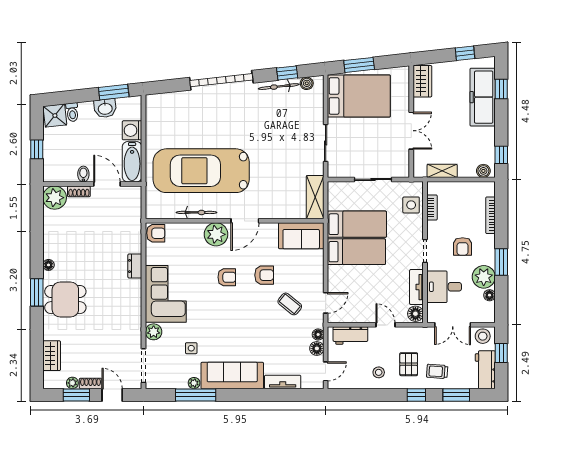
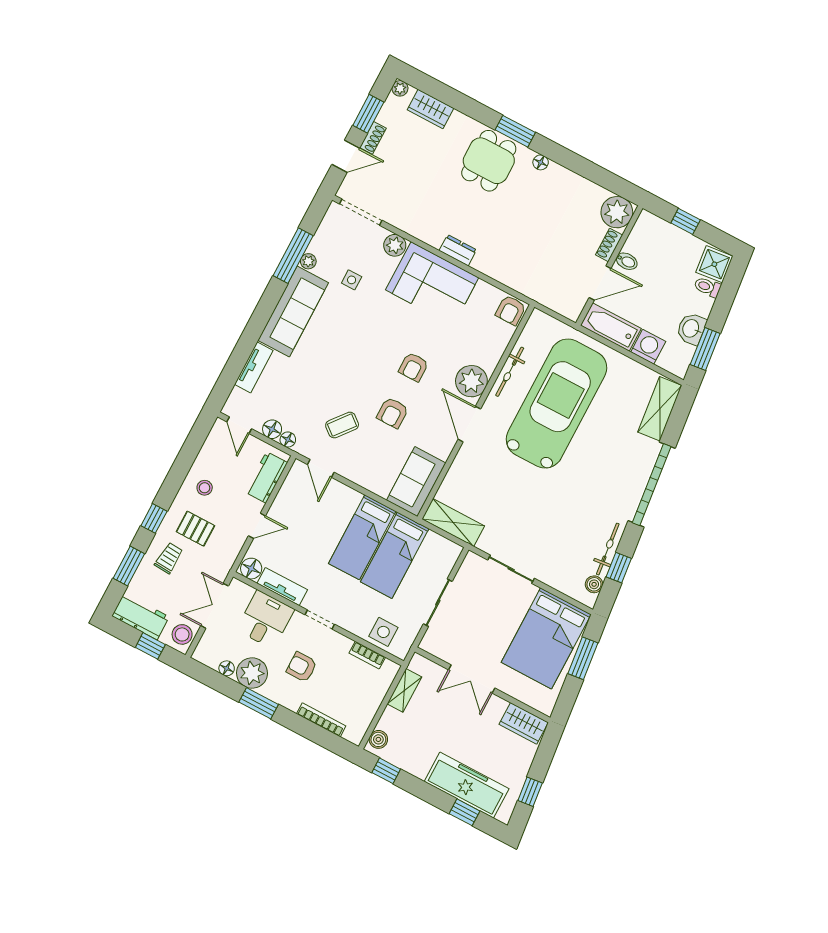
shelving: (169, 101) -> (660, 409), added
dresser: (135, 266) -> (458, 250), moved
plant: (72, 383) -> (400, 88), moved

